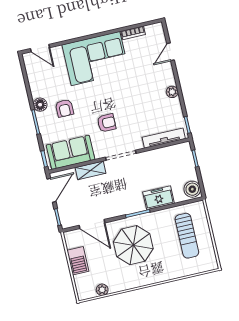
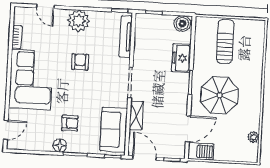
plant: (172, 92) -> (79, 21), width x1.87, depth x1.87
armchair: (106, 123) -> (80, 62), moved
sun lounger: (187, 236) -> (225, 41), turned -90
barbecue: (78, 261) -> (201, 151), moved

